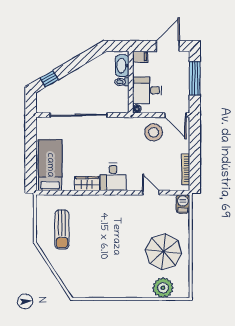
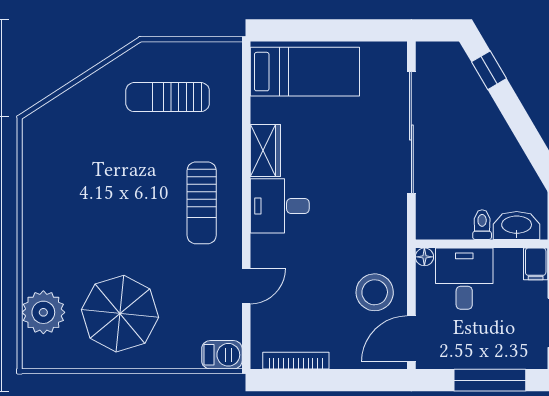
sun lounger: (112, 213) -> (202, 203), added

